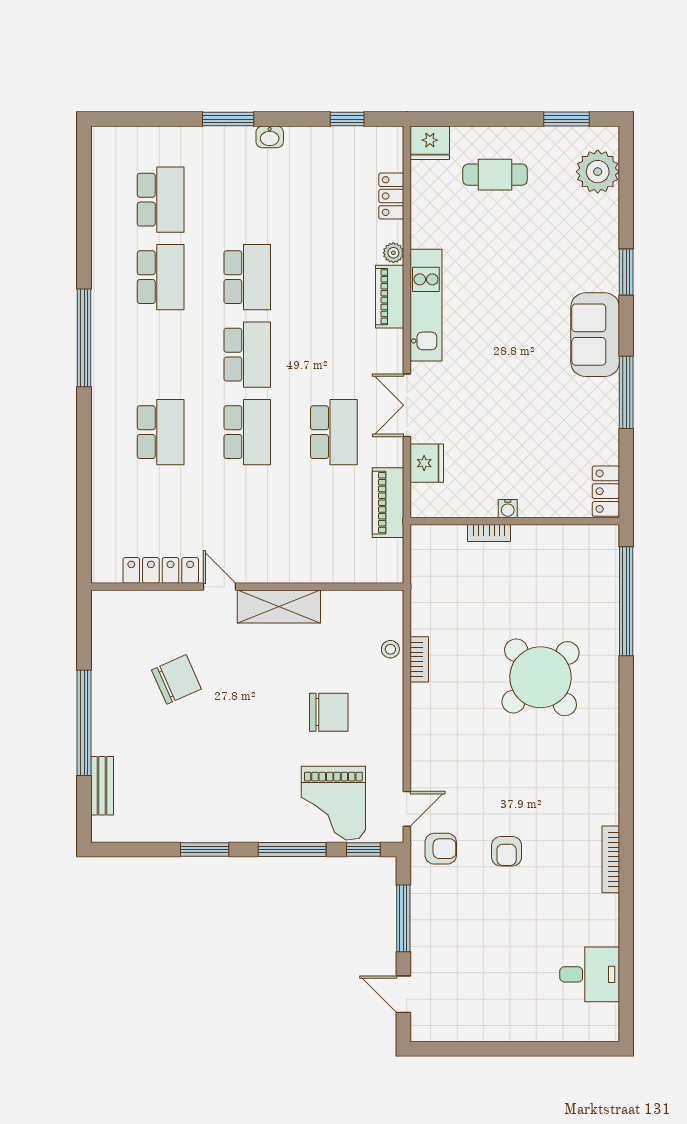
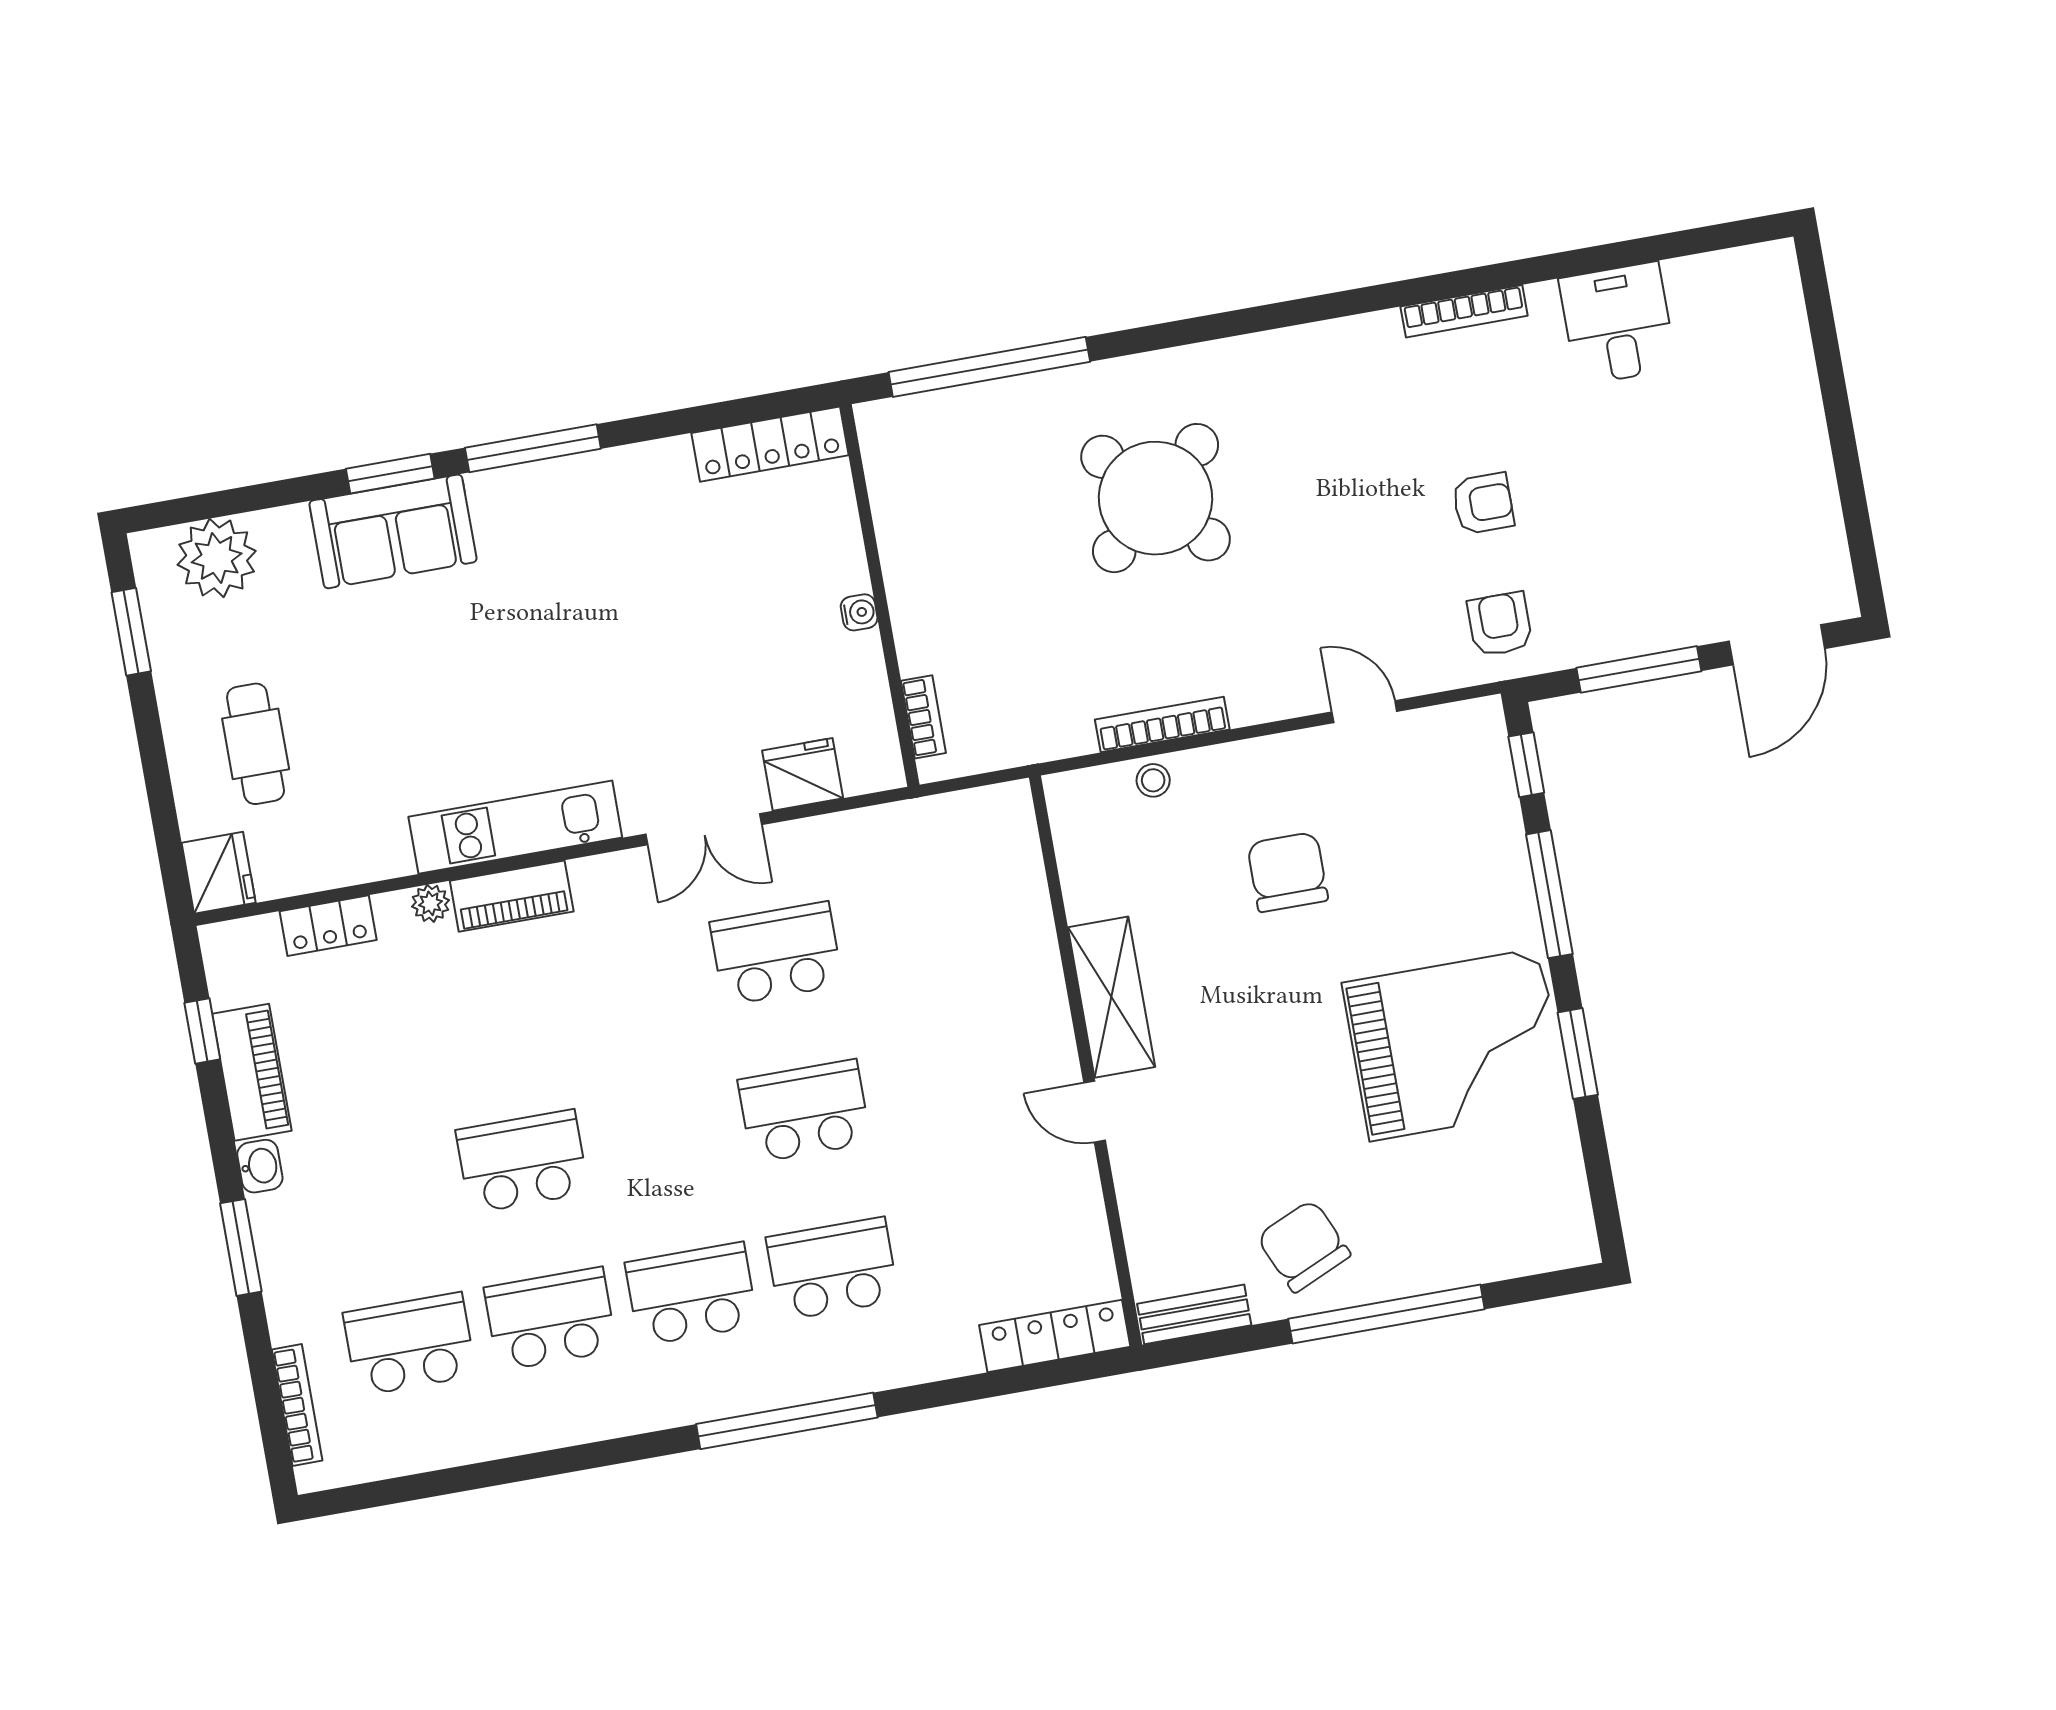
bookcase: (139, 134) -> (297, 1405), added
sofa: (595, 335) -> (393, 531), moved
window: (84, 338) -> (787, 1421), moved
school desk: (247, 355) -> (691, 1294), moved
window: (626, 392) -> (533, 448), moved
locker: (606, 491) -> (770, 444), width x1.53
piano: (388, 503) -> (252, 1072), moved, turned -90
bookcase: (489, 533) -> (923, 717), moved
locker: (161, 570) -> (1055, 1336), moved, turned 90
door: (219, 587) -> (1095, 1112), hinge flipped
bookcase: (419, 659) -> (1162, 725), width x1.56
chair: (176, 679) -> (1304, 1246), moved
bench: (102, 786) -> (1194, 1314), moved
grand piano: (333, 803) -> (1455, 1045), moved, width x1.37, depth x1.48
door: (407, 809) -> (1364, 712), moved
desk: (590, 974) -> (1618, 324), moved
door: (403, 994) -> (1777, 645), width x1.37

